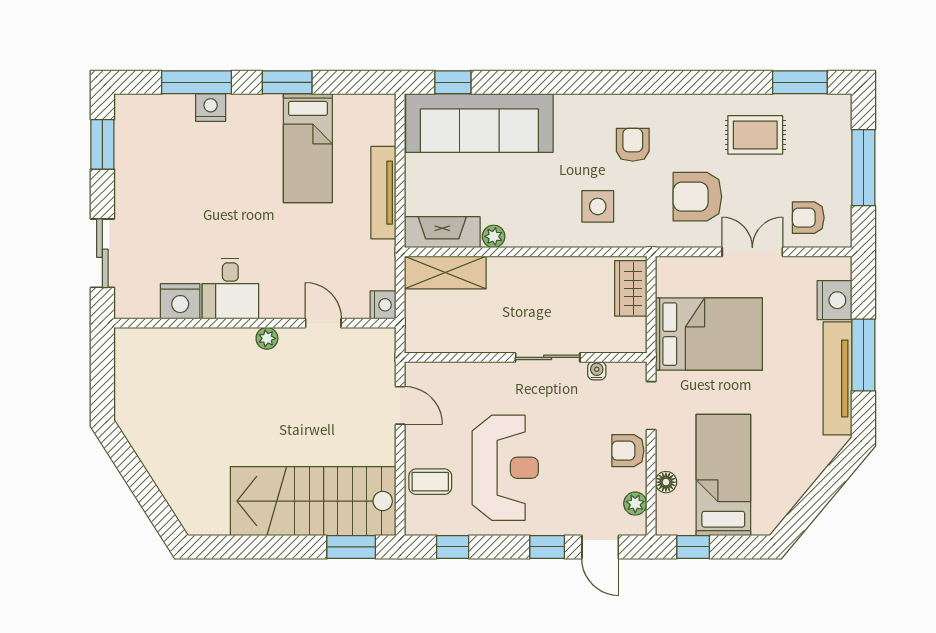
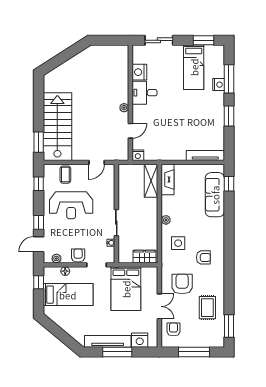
sofa: (479, 123) -> (215, 195), width x0.74, depth x0.79
bed: (308, 148) -> (194, 67), moved, turned -90
tv unit: (383, 193) -> (205, 155), moved
plant: (494, 236) -> (166, 220), moved

